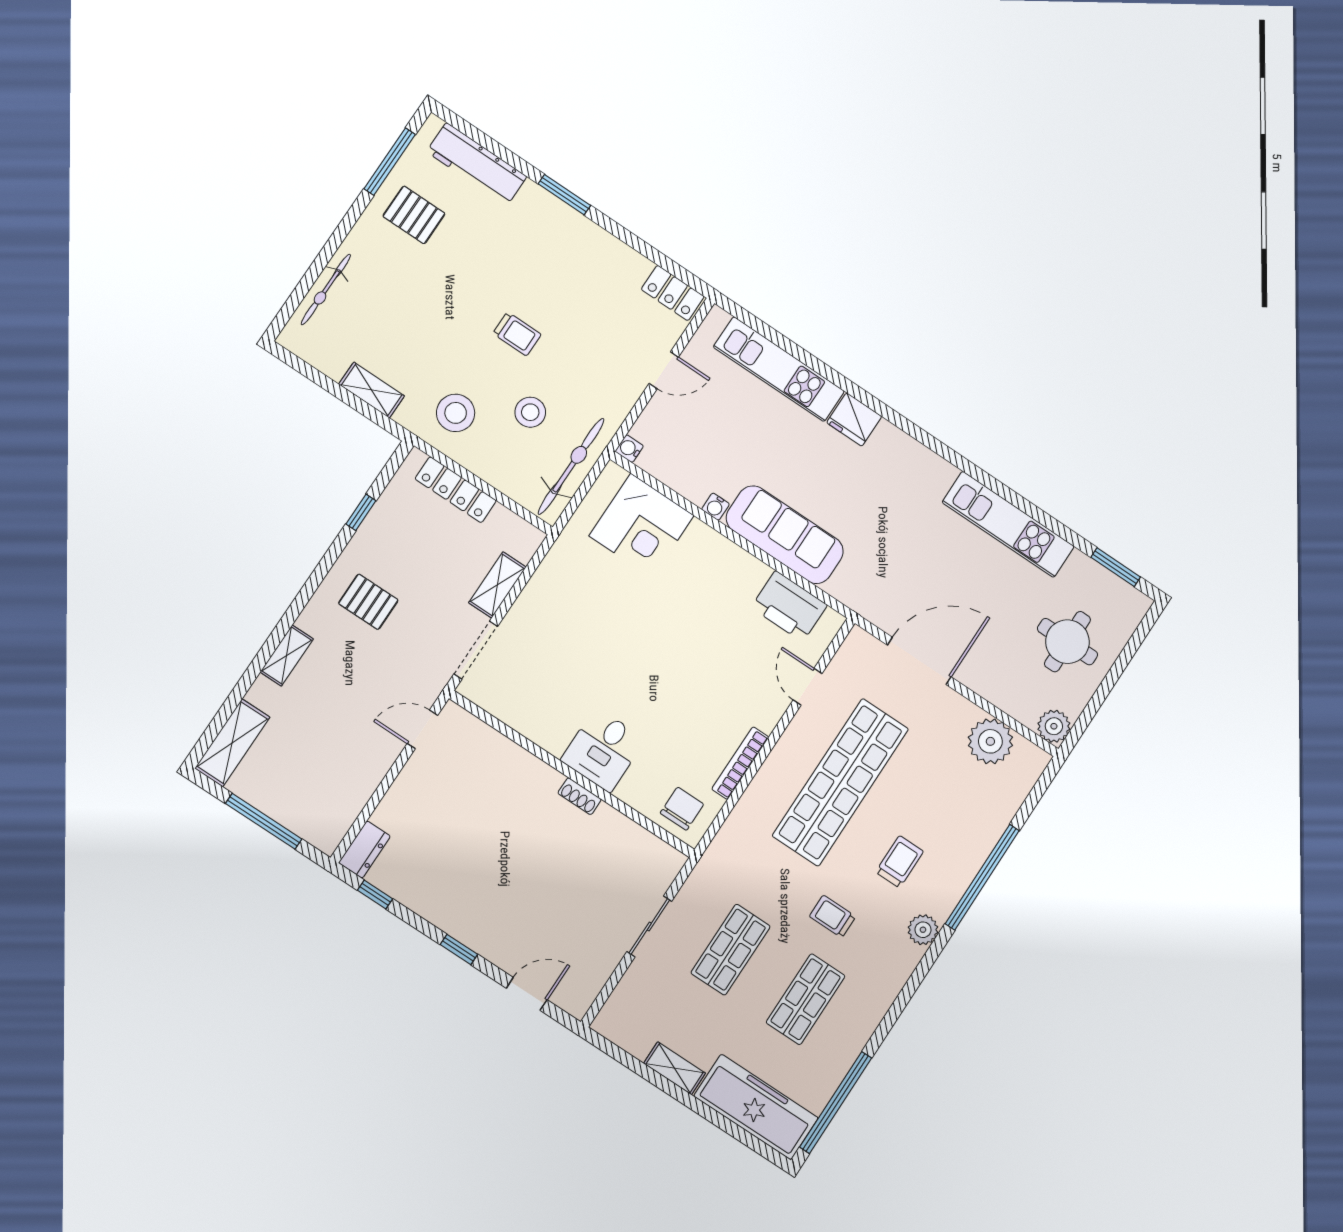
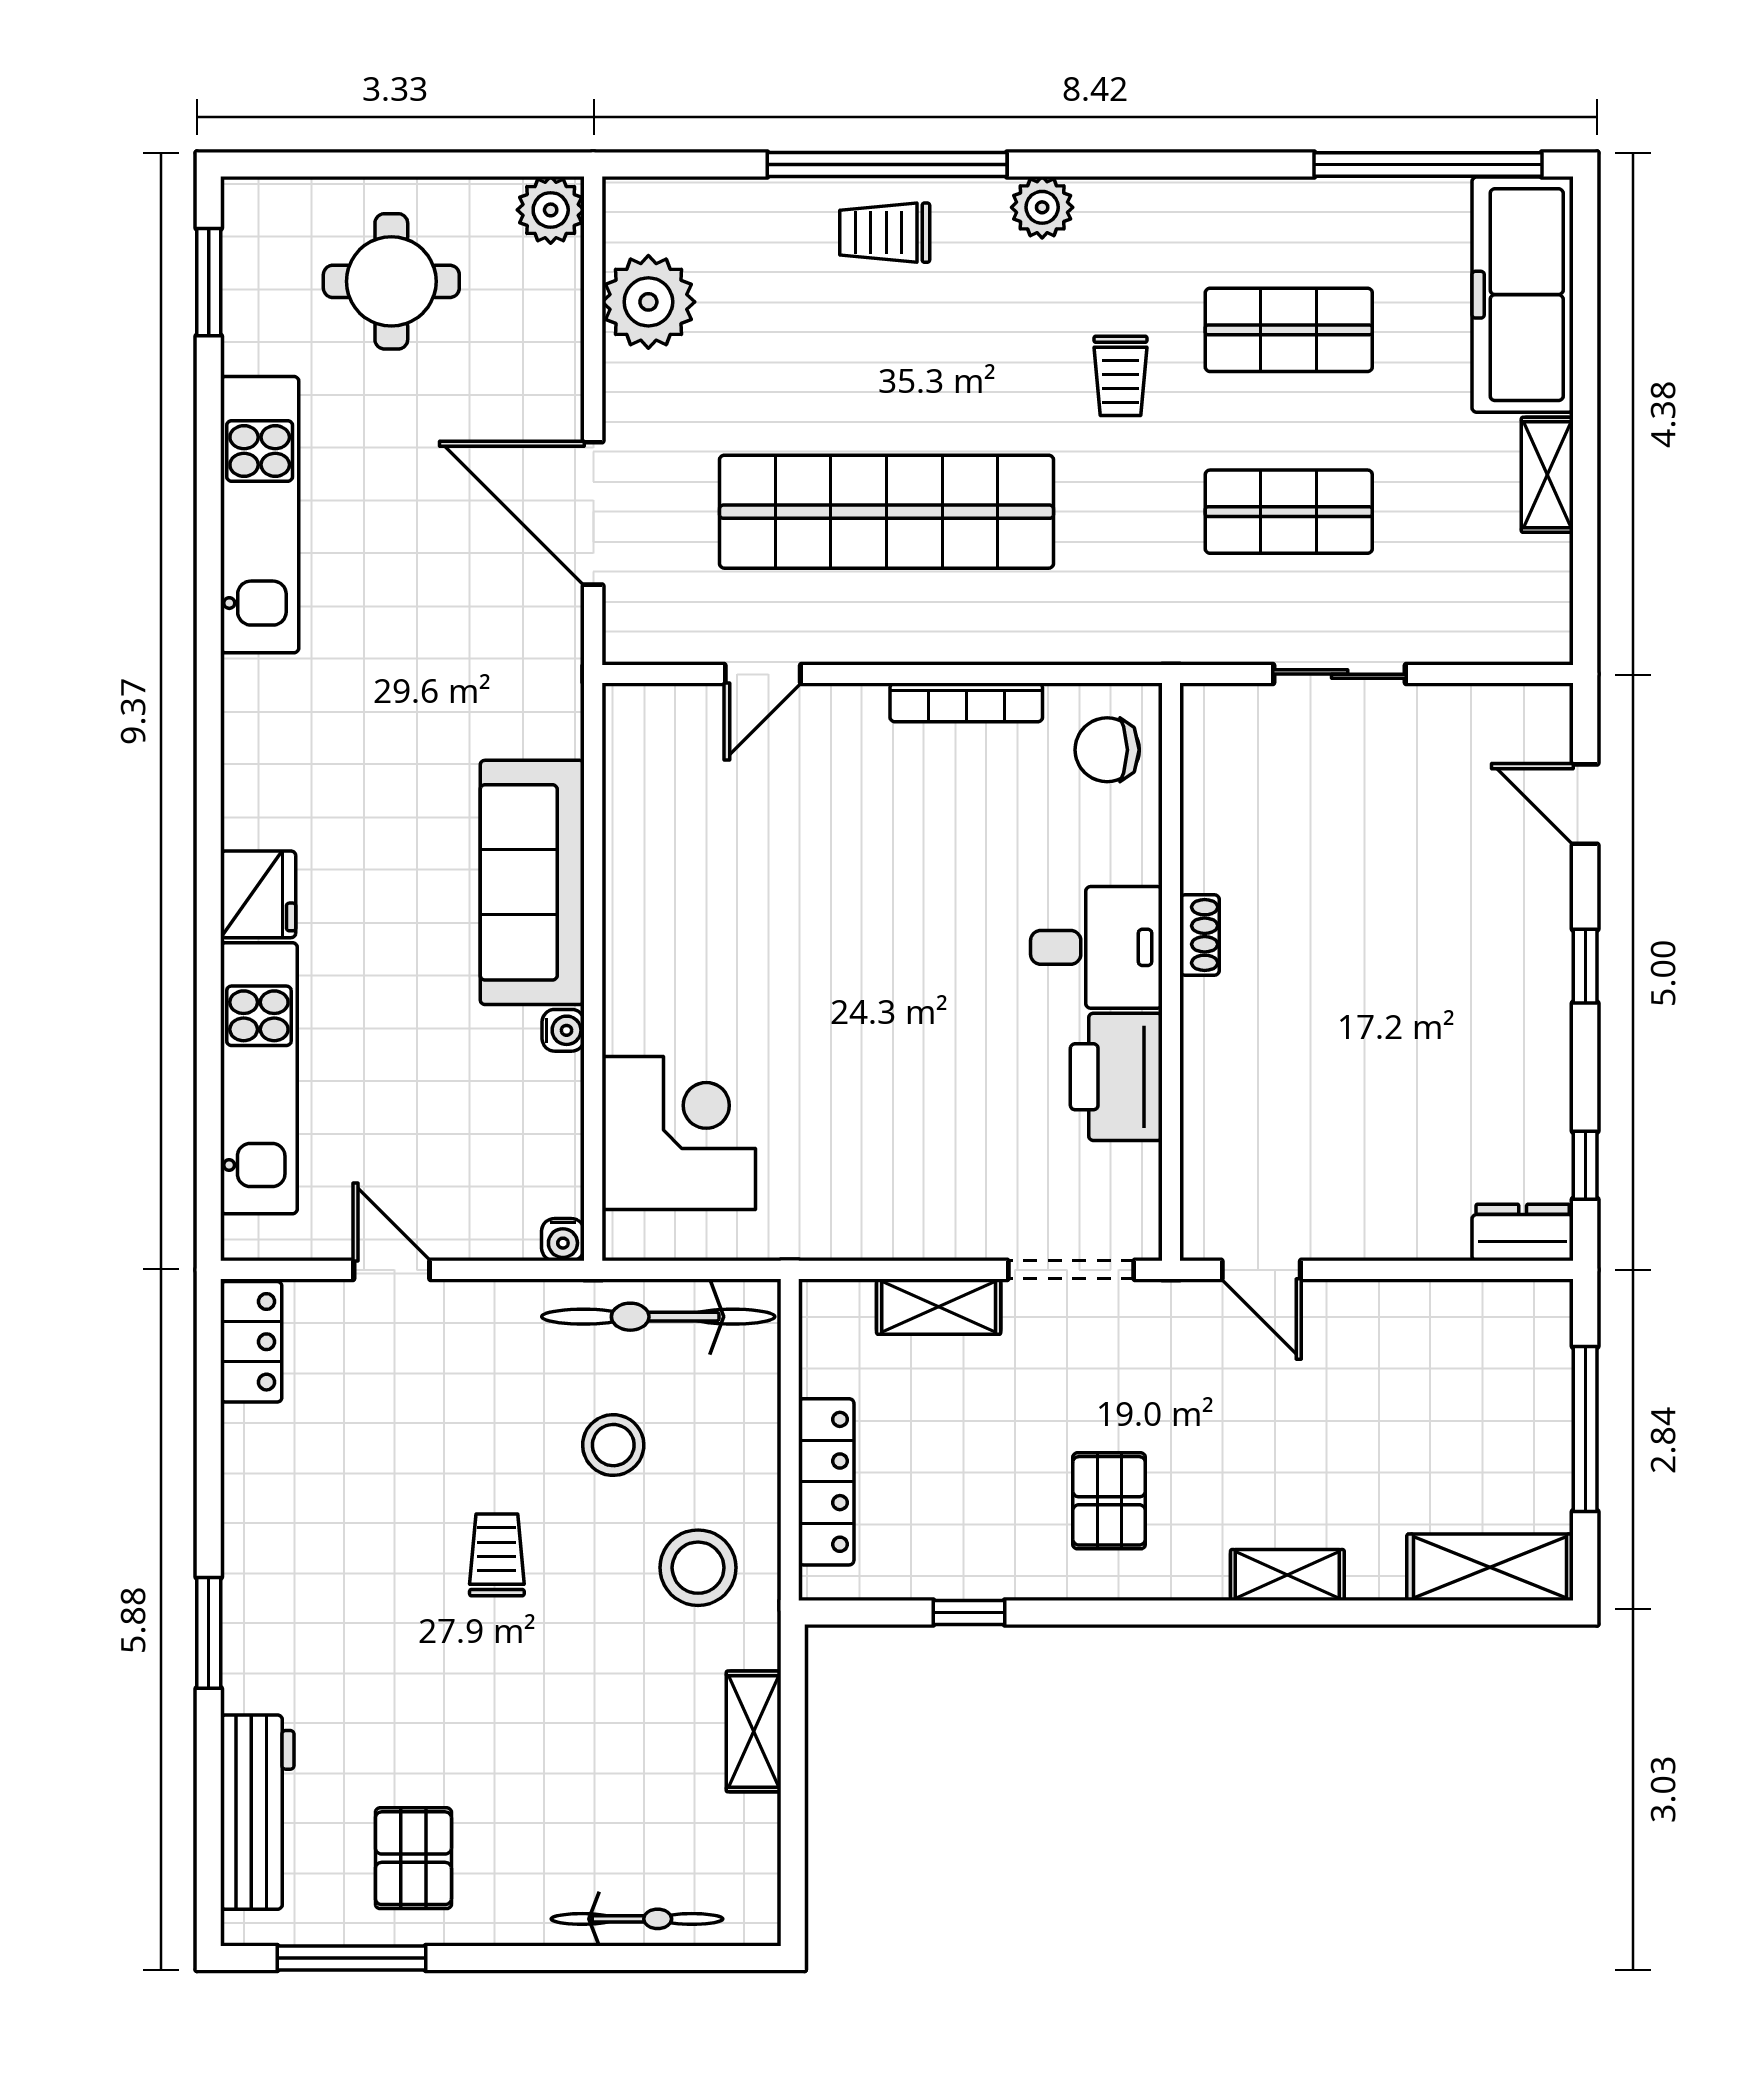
printer: (789, 606) -> (1116, 1077), moved, turned 180
trolley: (900, 862) -> (885, 233), moved

